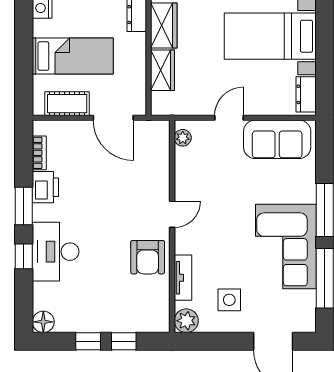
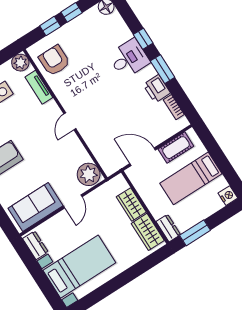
plant: (183, 138) -> (89, 174), width x1.87, depth x1.87
desk: (56, 252) -> (129, 59), width x0.73
armchair: (148, 257) -> (54, 60), moved

